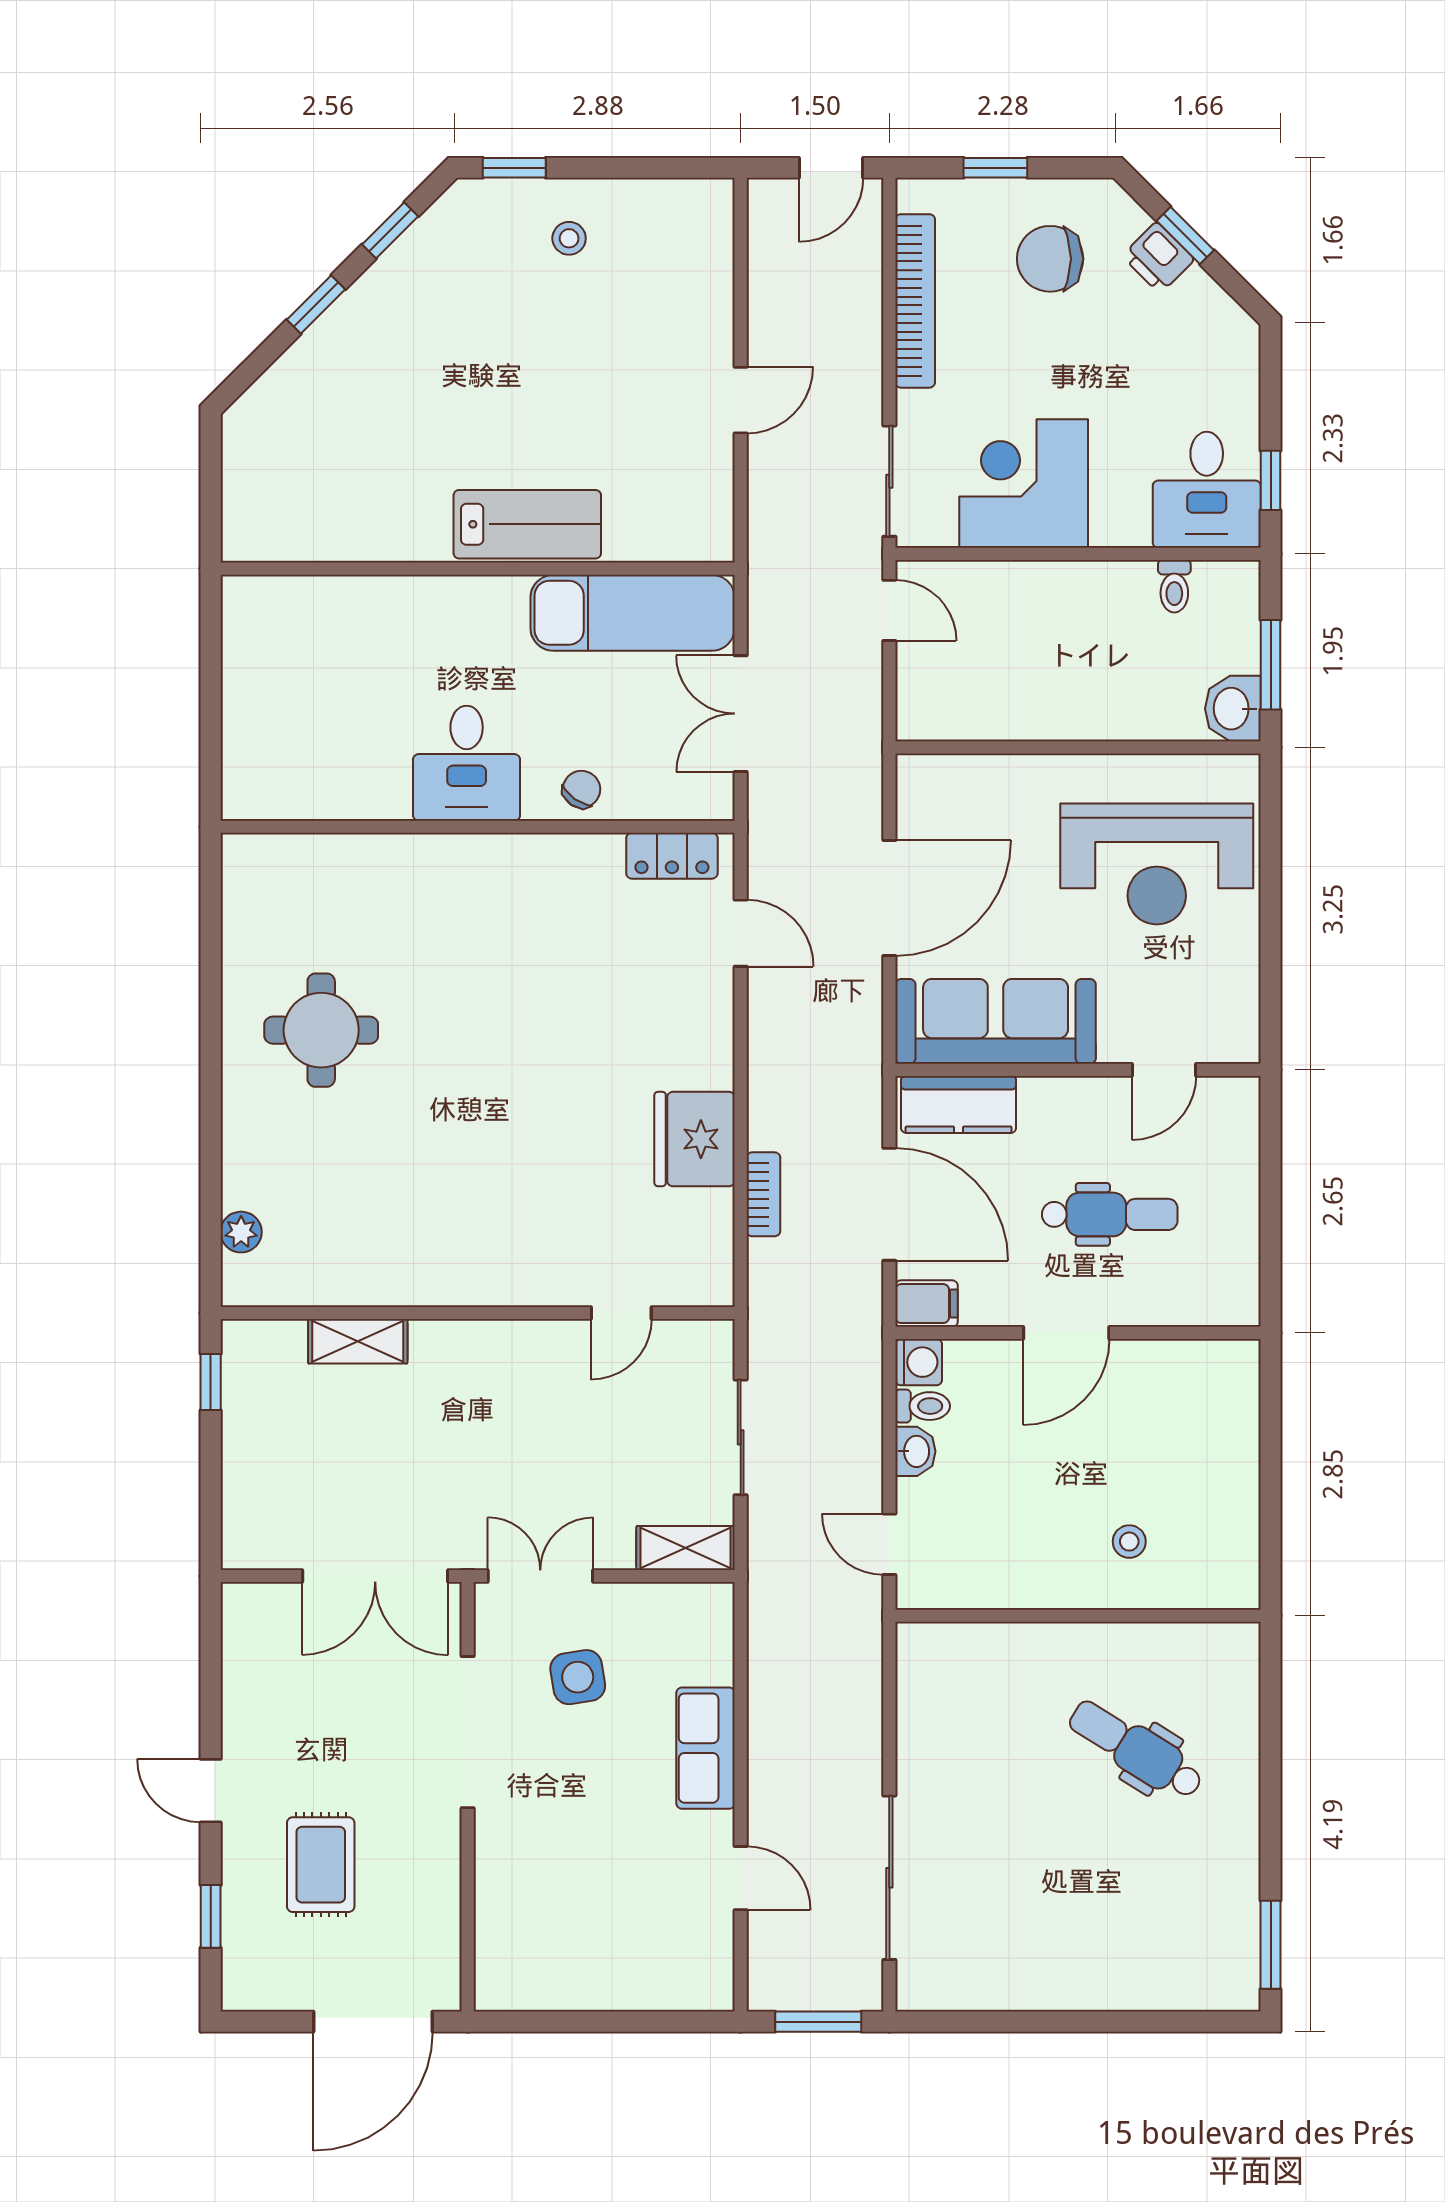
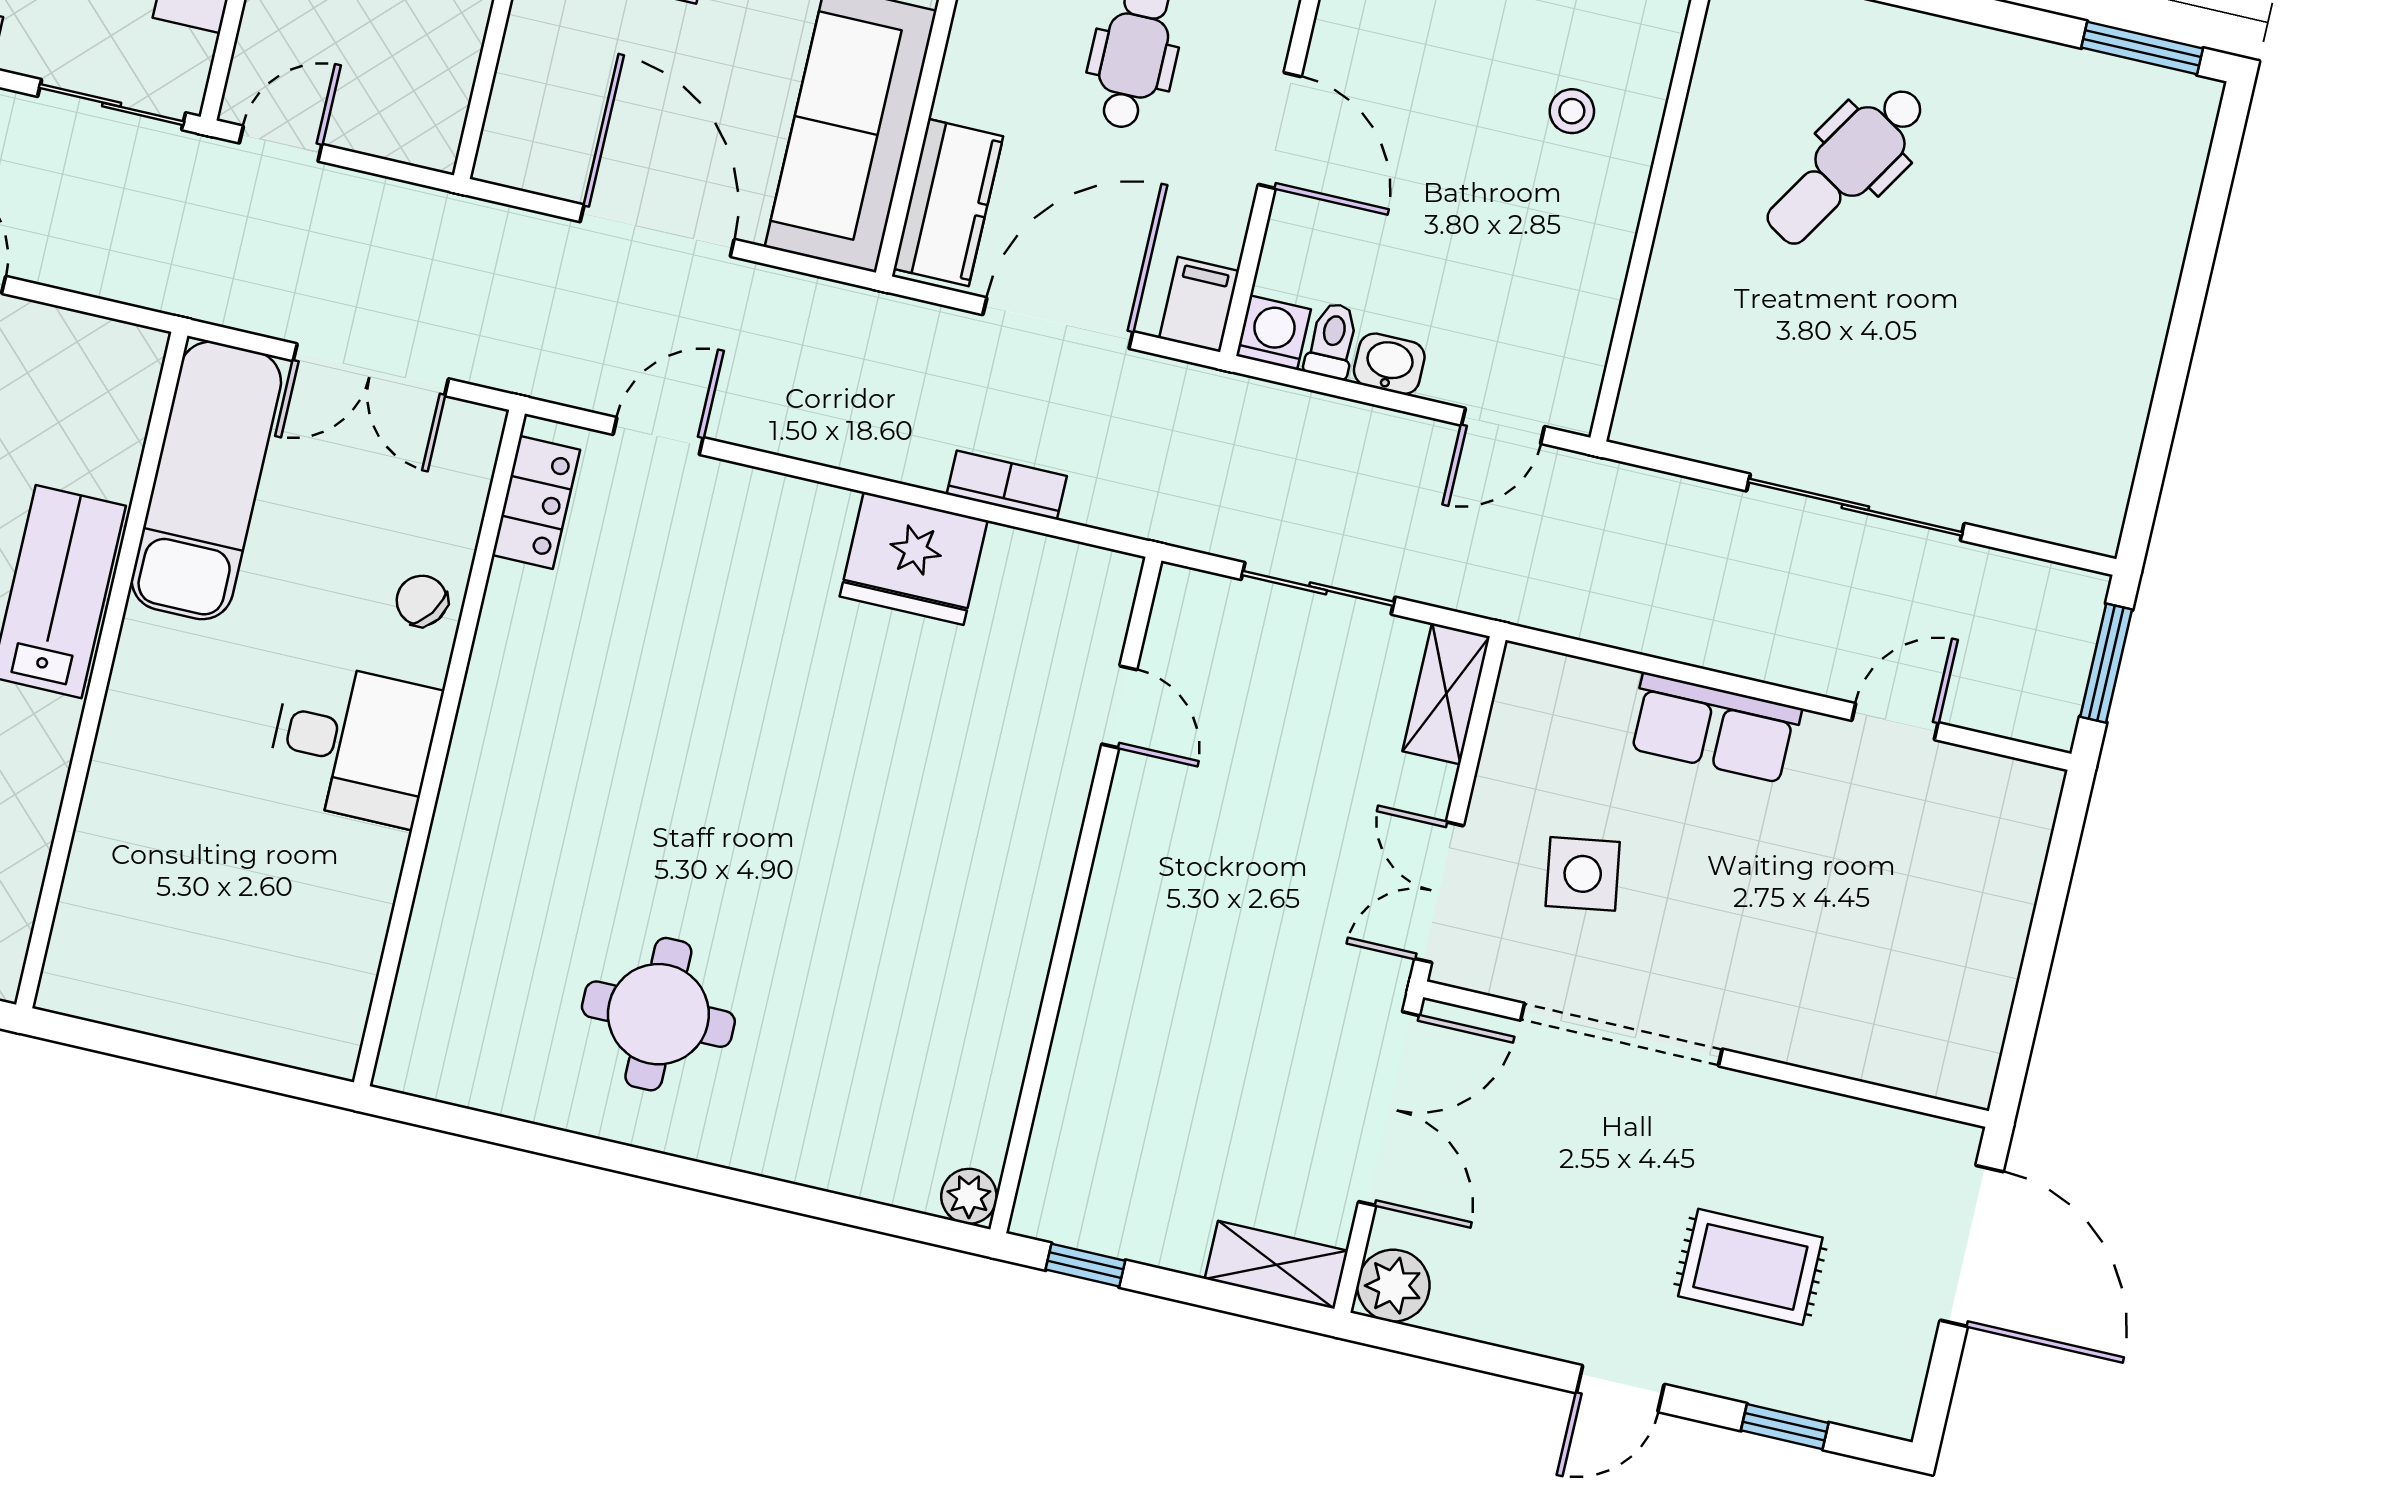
plant: (241, 1232) -> (969, 1196), moved
shelving: (358, 1341) -> (1276, 1265), moved, turned 90
plant: (247, 1609) -> (1393, 1286), added
sliding door: (889, 1878) -> (1855, 507), moved

